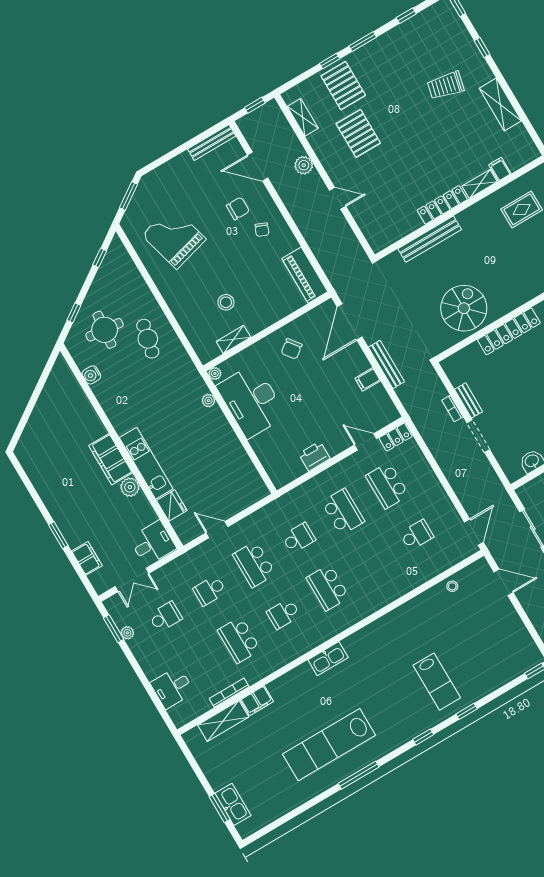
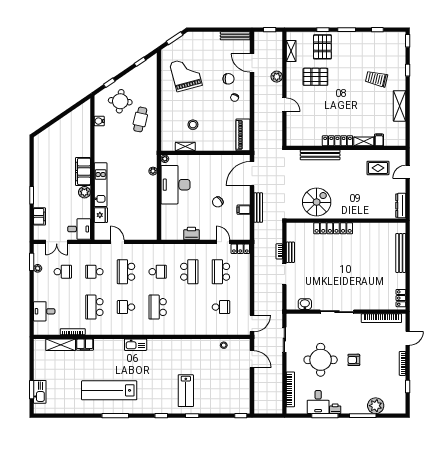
pallet: (358, 133) -> (315, 77), turned 90
chair: (292, 349) -> (218, 202), moved

